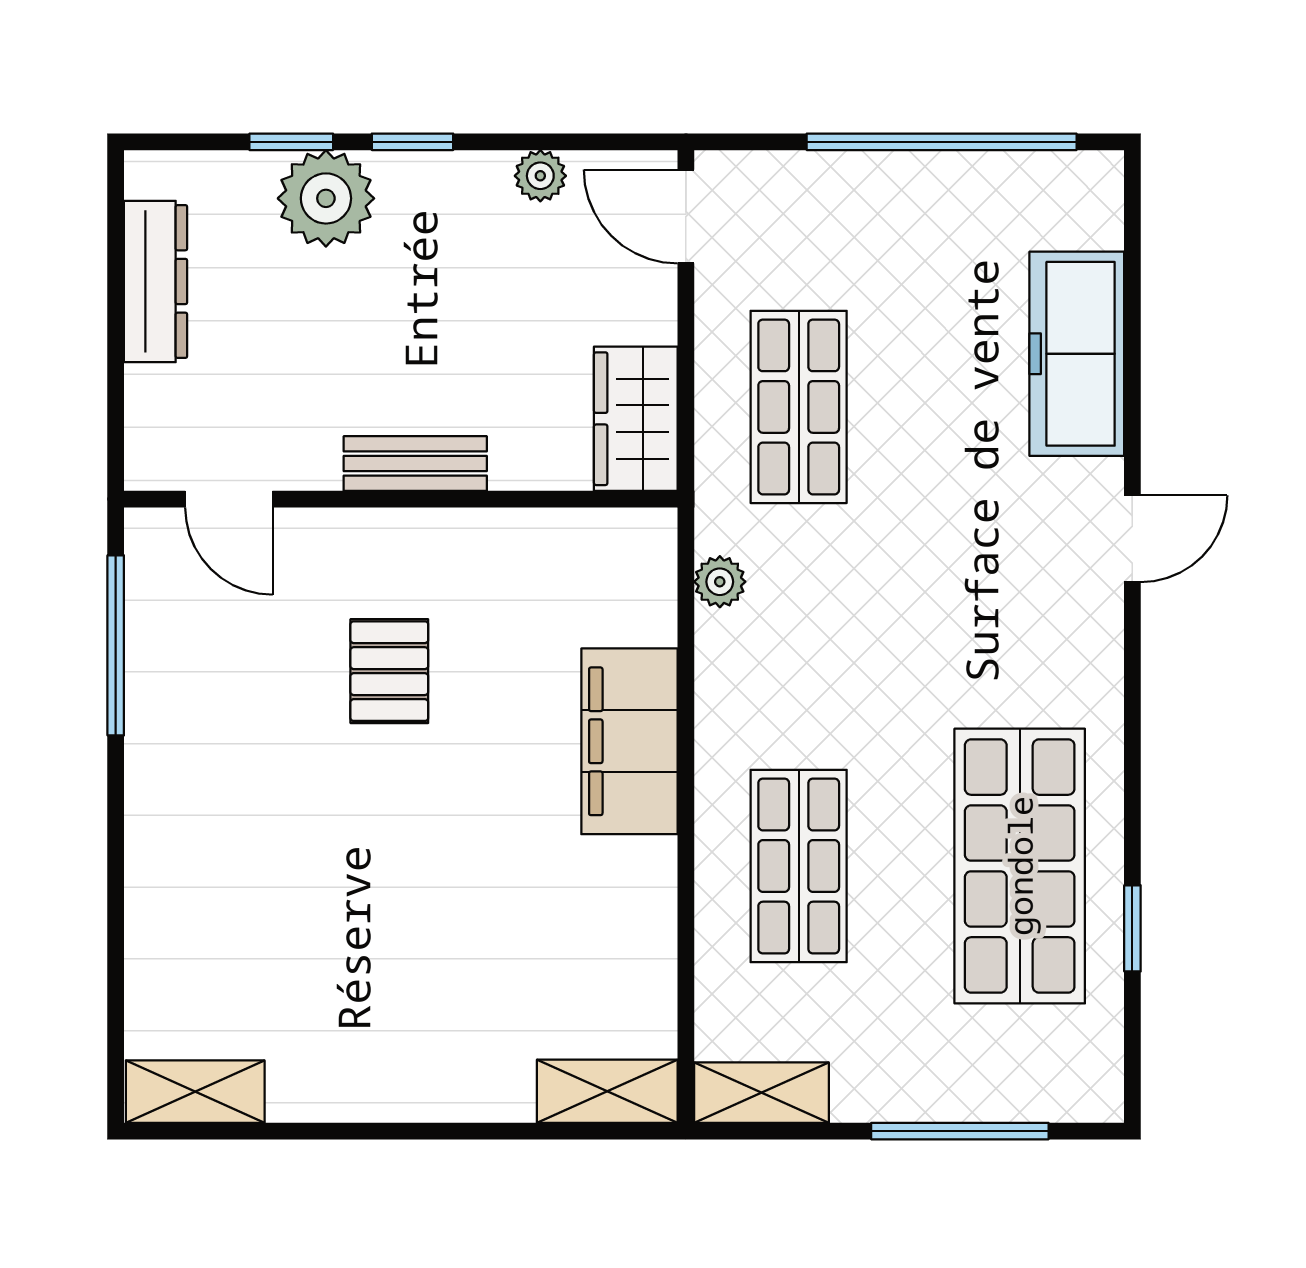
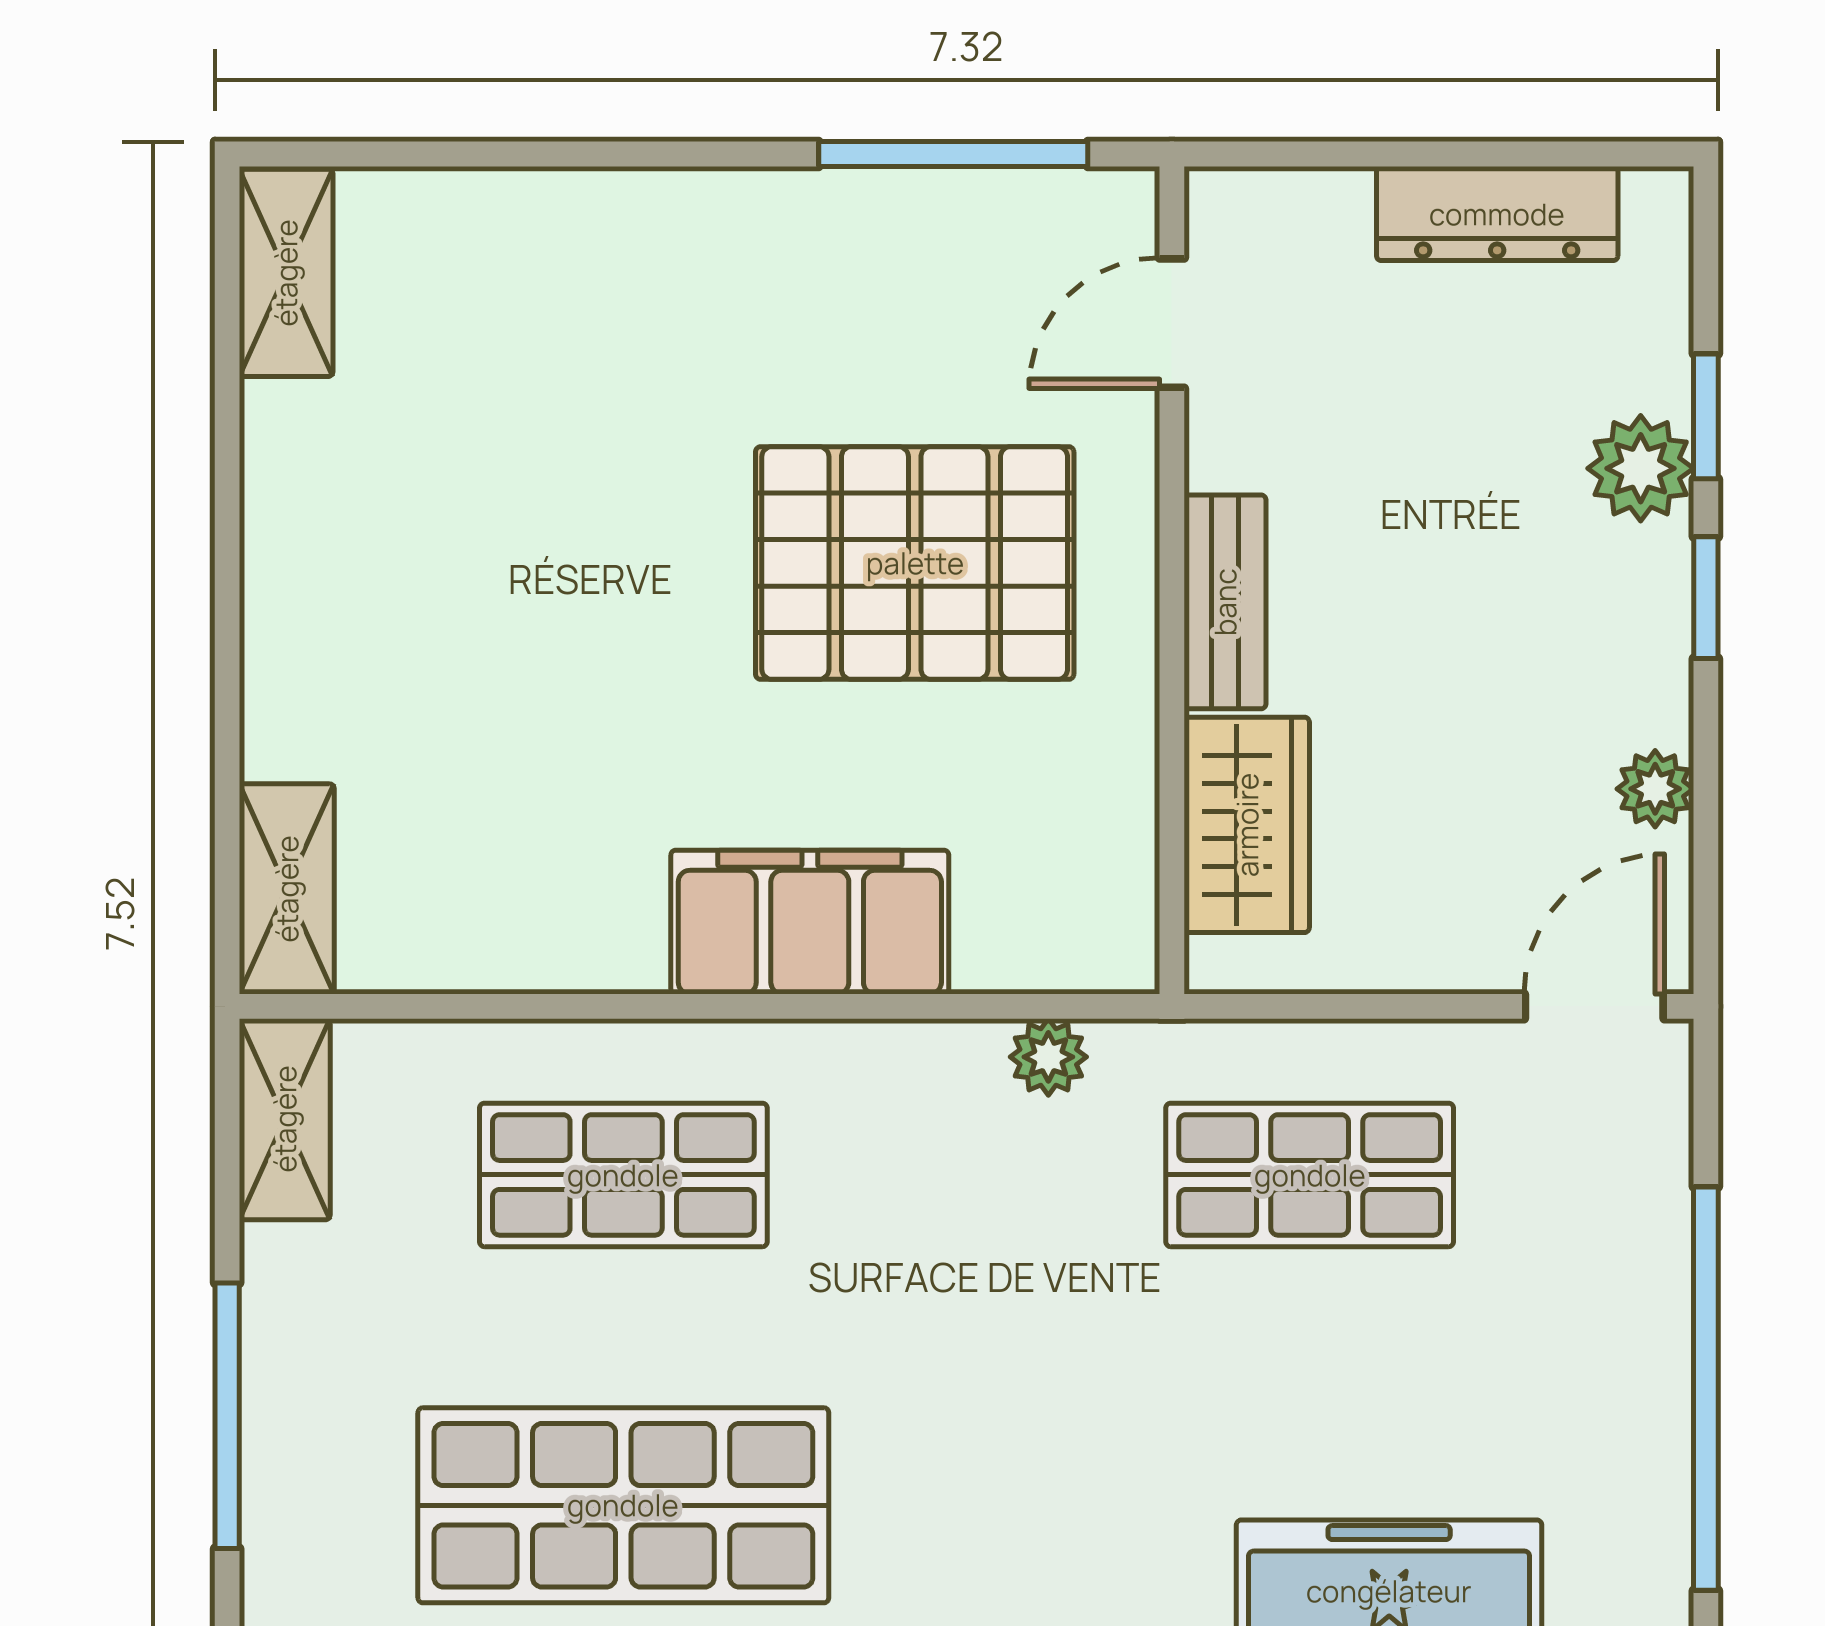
plant: (326, 198) -> (1641, 468), width x0.73, depth x0.73
wardrobe: (636, 419) -> (1247, 825), moved, turned 90
pallet: (389, 671) -> (915, 563), width x2.05, depth x2.00

